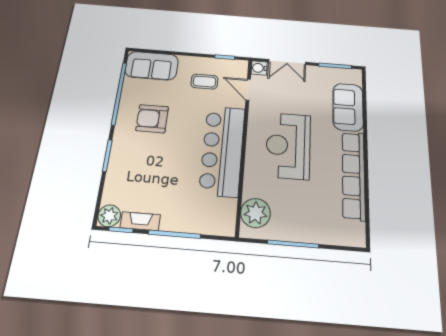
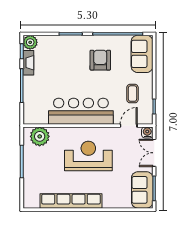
sofa: (348, 107) -> (142, 190), moved, turned -90

